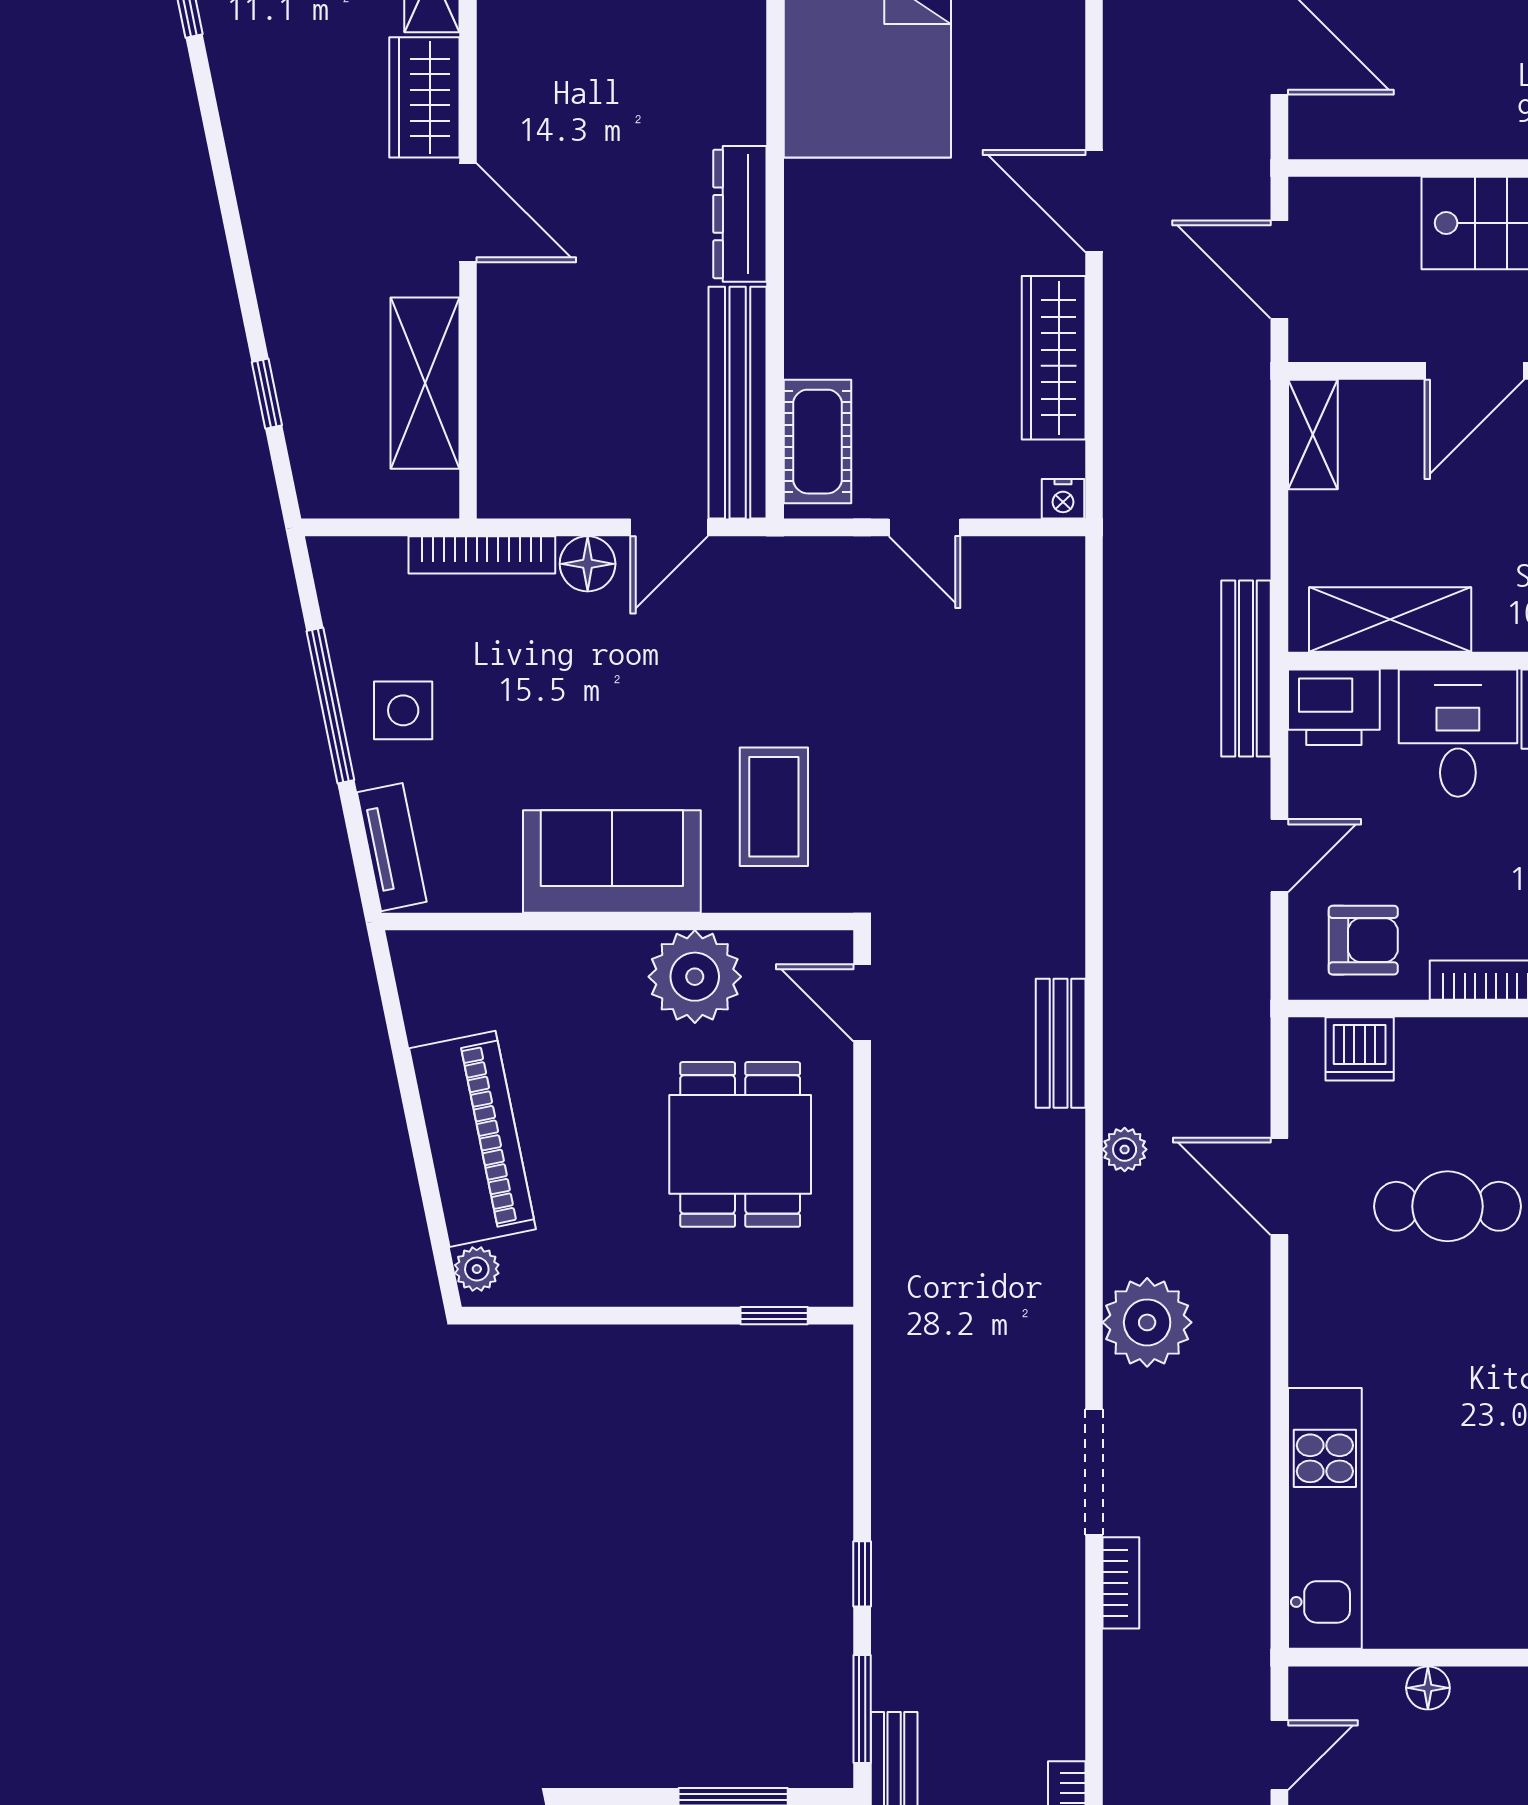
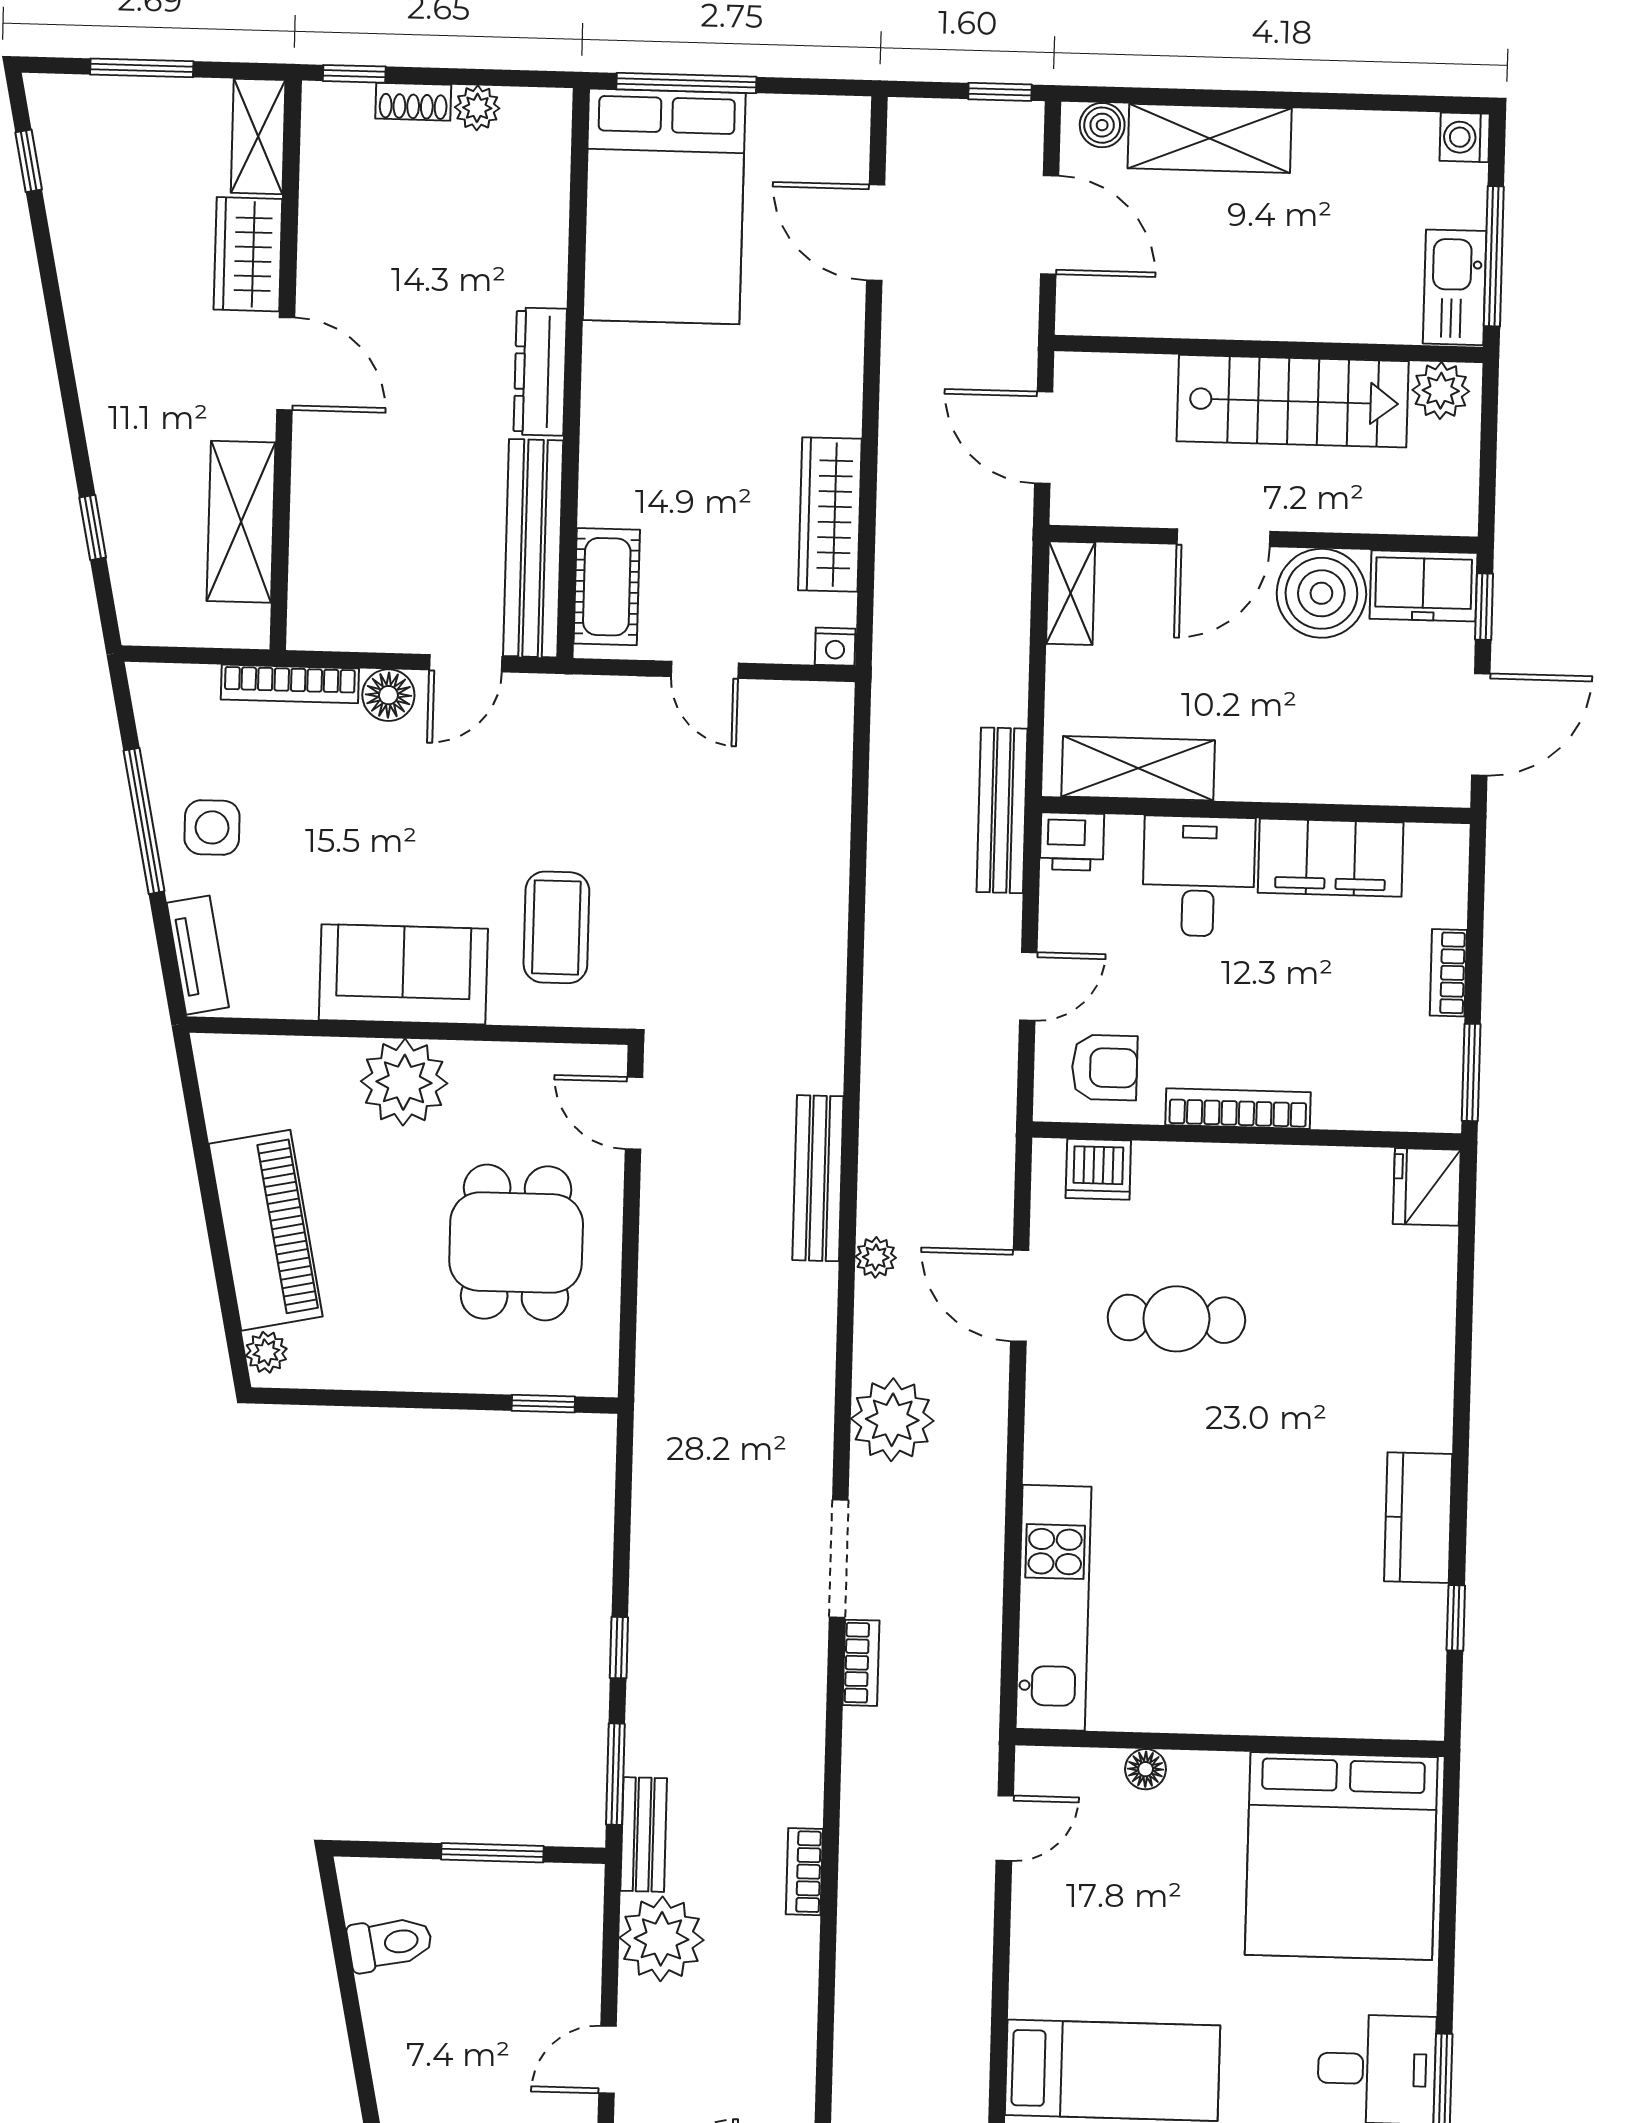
door: (1094, 201) -> (876, 233), moved
printer: (1334, 707) -> (1072, 842), width x0.73, depth x0.81
plant: (695, 977) -> (404, 1082), moved
bench: (1061, 1043) -> (818, 1178), width x1.36

